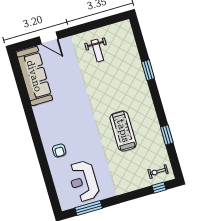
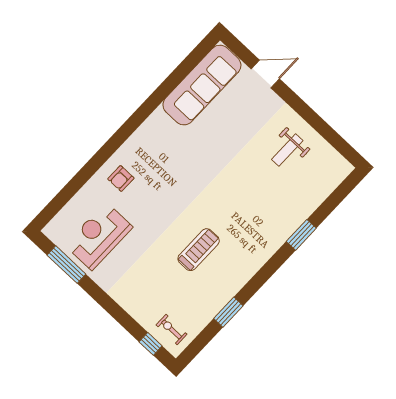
door: (49, 38) -> (265, 74), swing flipped
treadmill: (123, 131) -> (199, 250), width x0.73, depth x0.73

